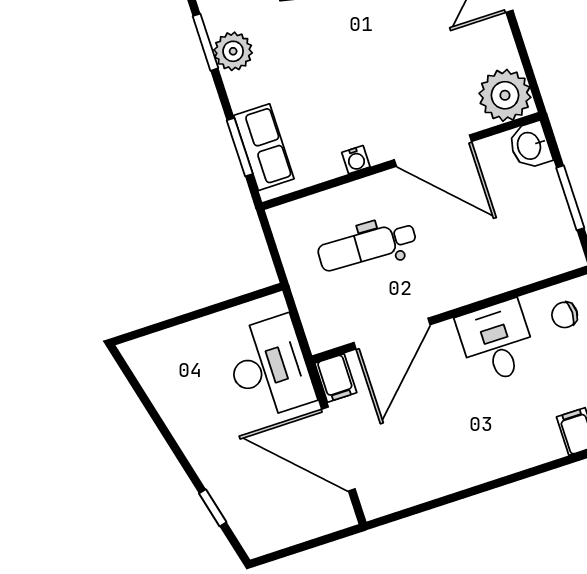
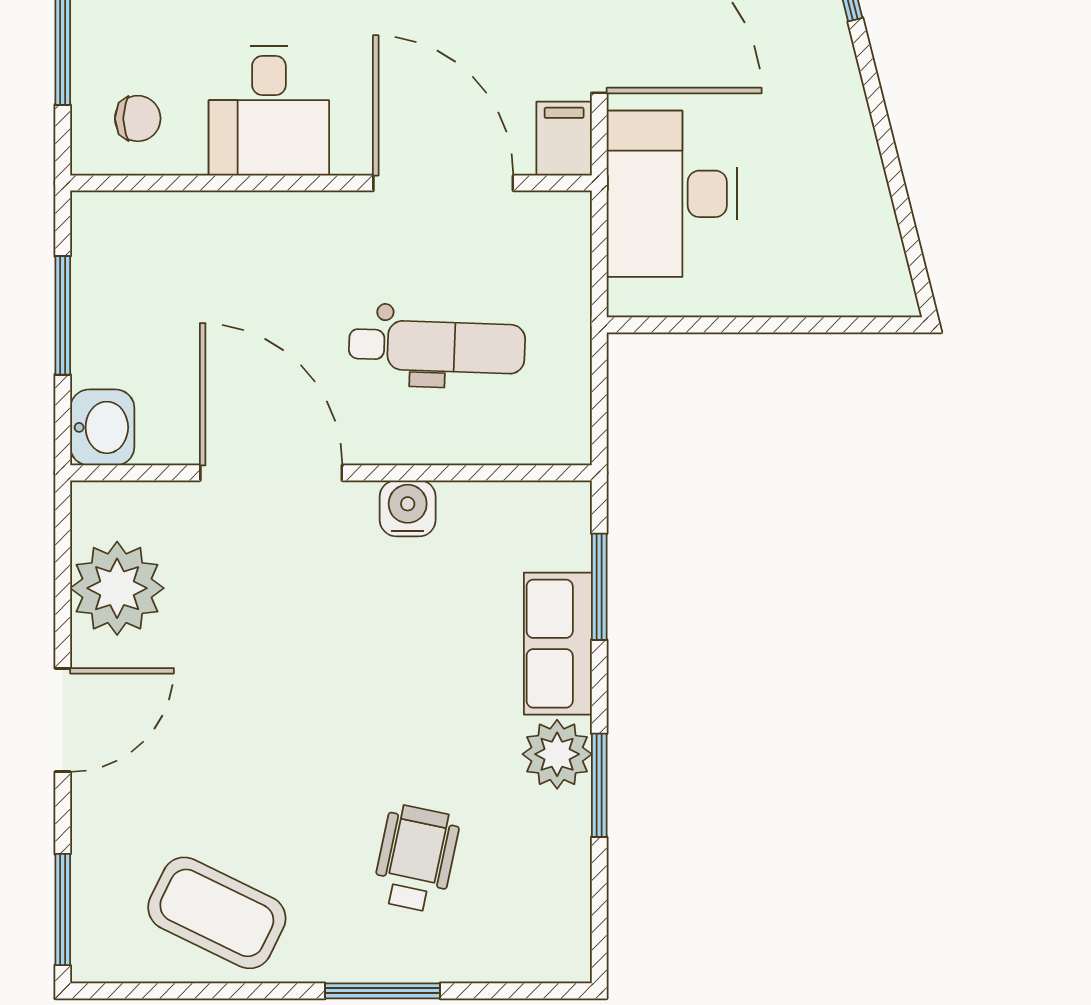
plant: (505, 95) -> (117, 588), moved
row of seats: (264, 147) -> (558, 644), moved
water cooler: (356, 160) -> (408, 508), width x1.38, depth x1.38
door: (392, 334) -> (443, 183), hinge flipped

